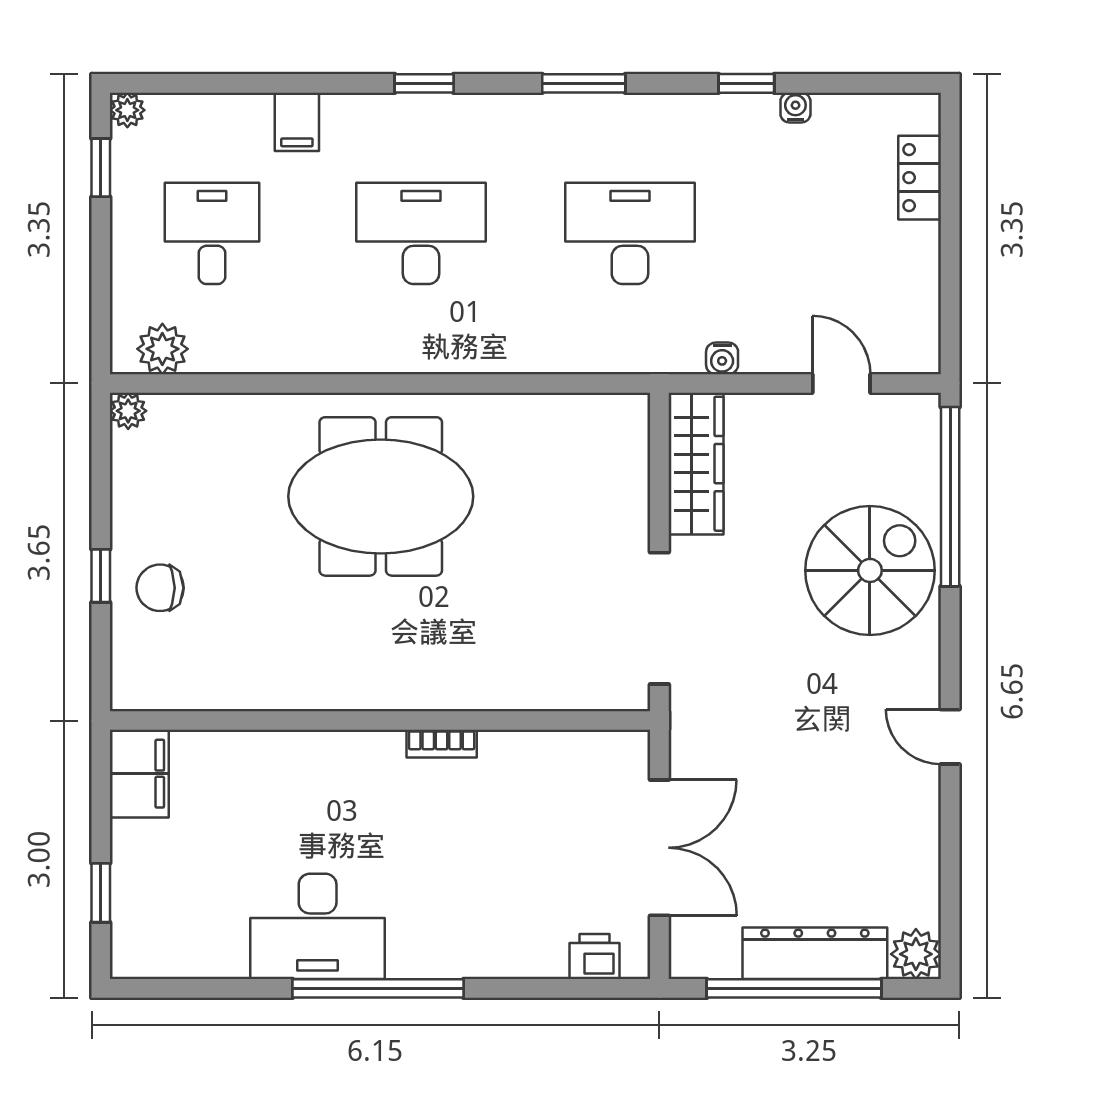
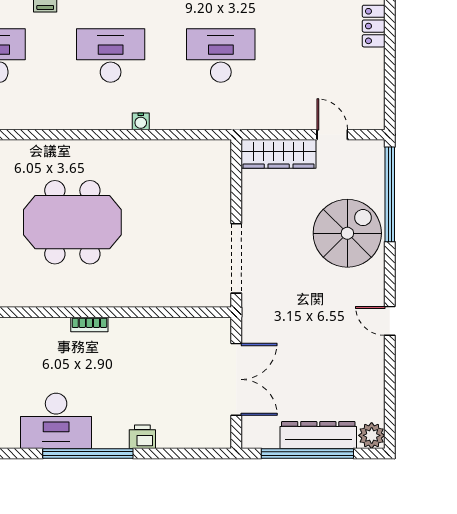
water cooler: (722, 358) -> (141, 121), moved
wardrobe: (696, 464) -> (279, 154), moved, turned 90
meeting table: (381, 496) -> (72, 222), moved
bookcase: (442, 744) -> (89, 325), moved
printer: (595, 956) -> (142, 437), moved

